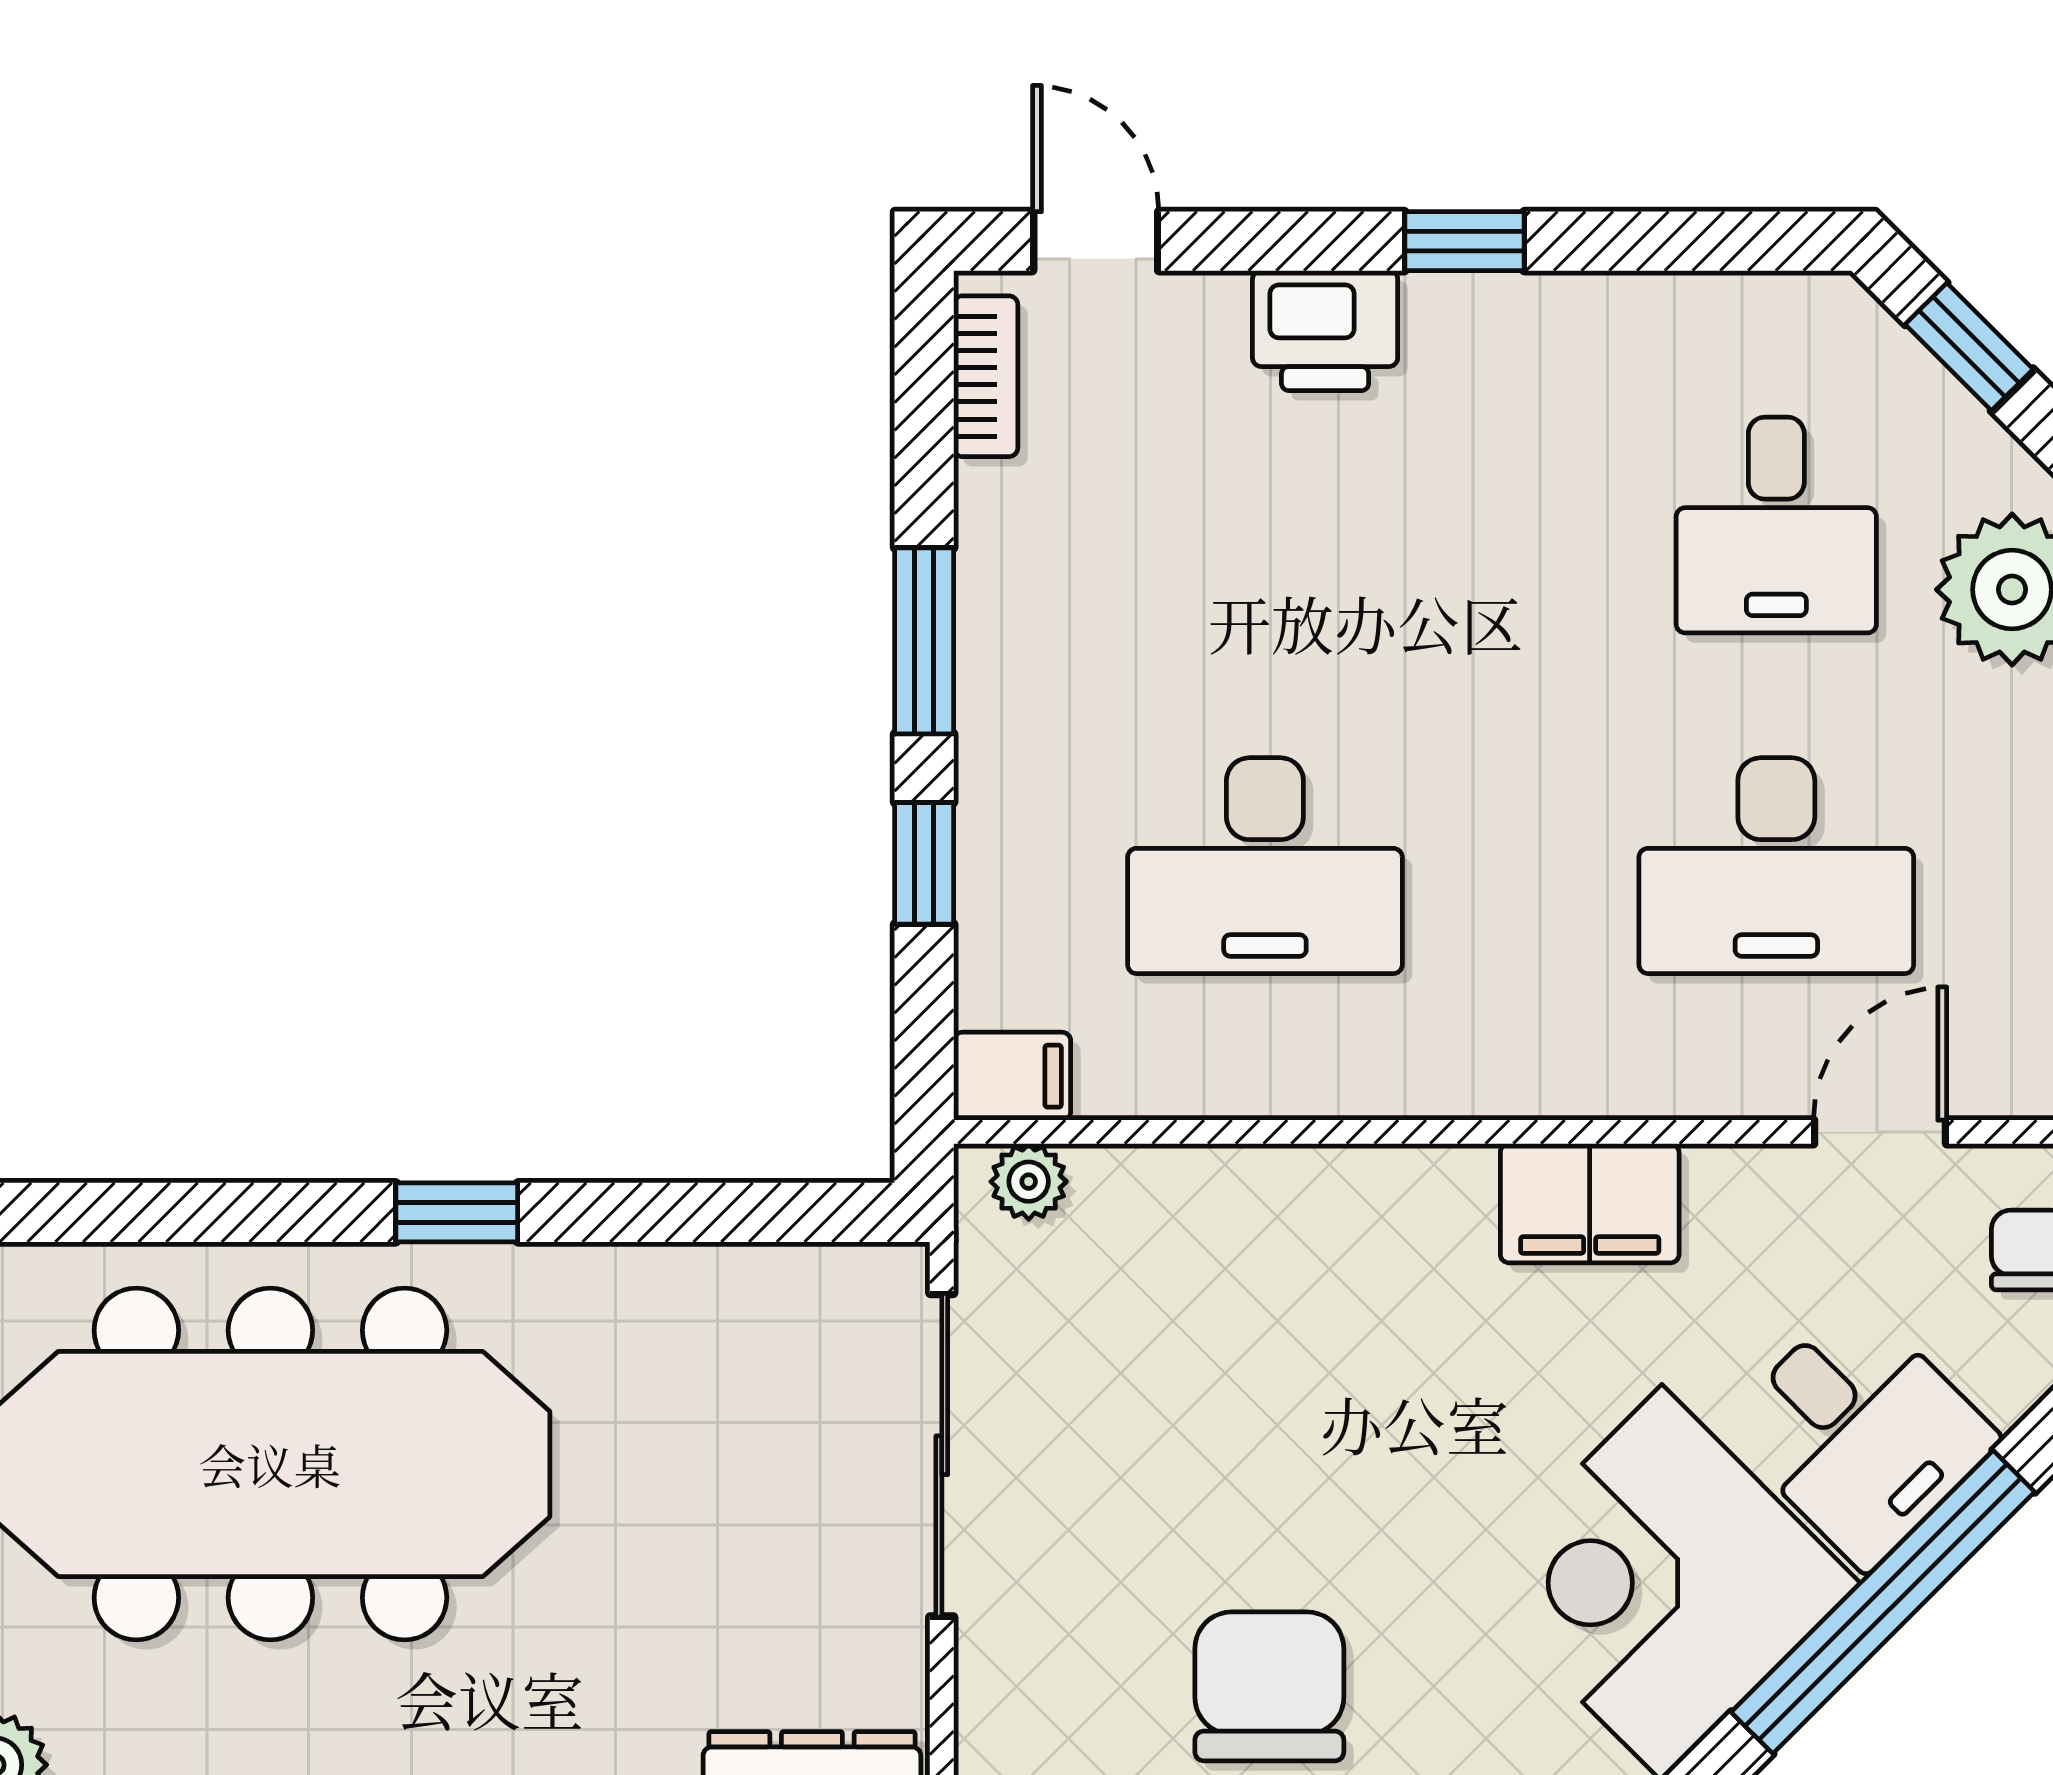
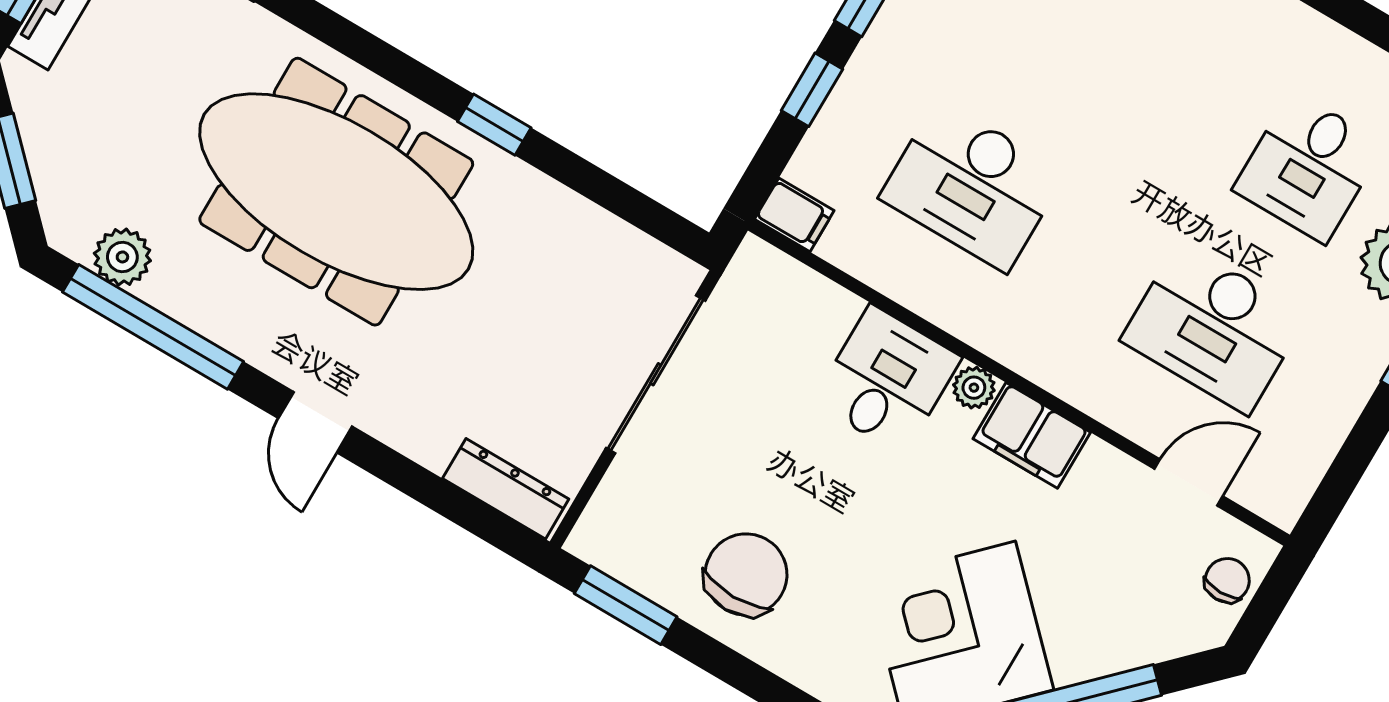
plant: (1029, 1182) -> (974, 388), moved
desk: (1861, 1433) -> (887, 380), moved, turned -135

